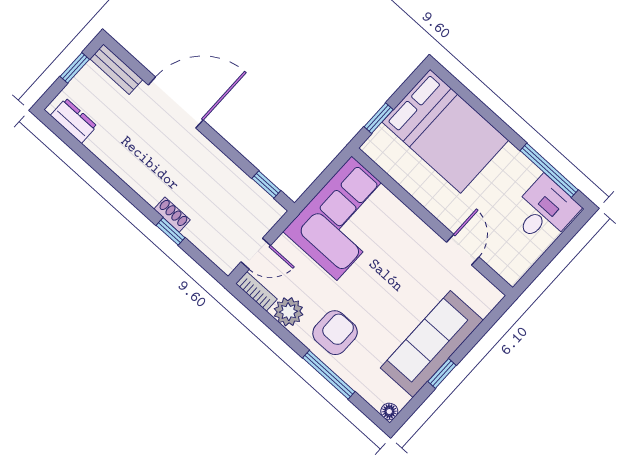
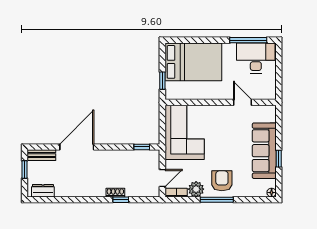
desk: (544, 211) -> (256, 58), width x1.37
window: (329, 375) -> (217, 200), moved

